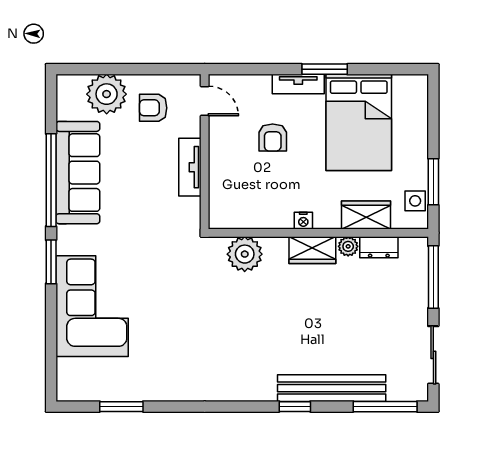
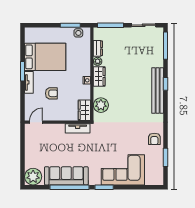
plant: (107, 94) -> (33, 177), moved
armchair: (153, 108) -> (154, 139), moved
tv unit: (190, 167) -> (78, 128), moved
wardrobe: (366, 215) -> (84, 110), moved
bench: (332, 388) -> (158, 91), moved

